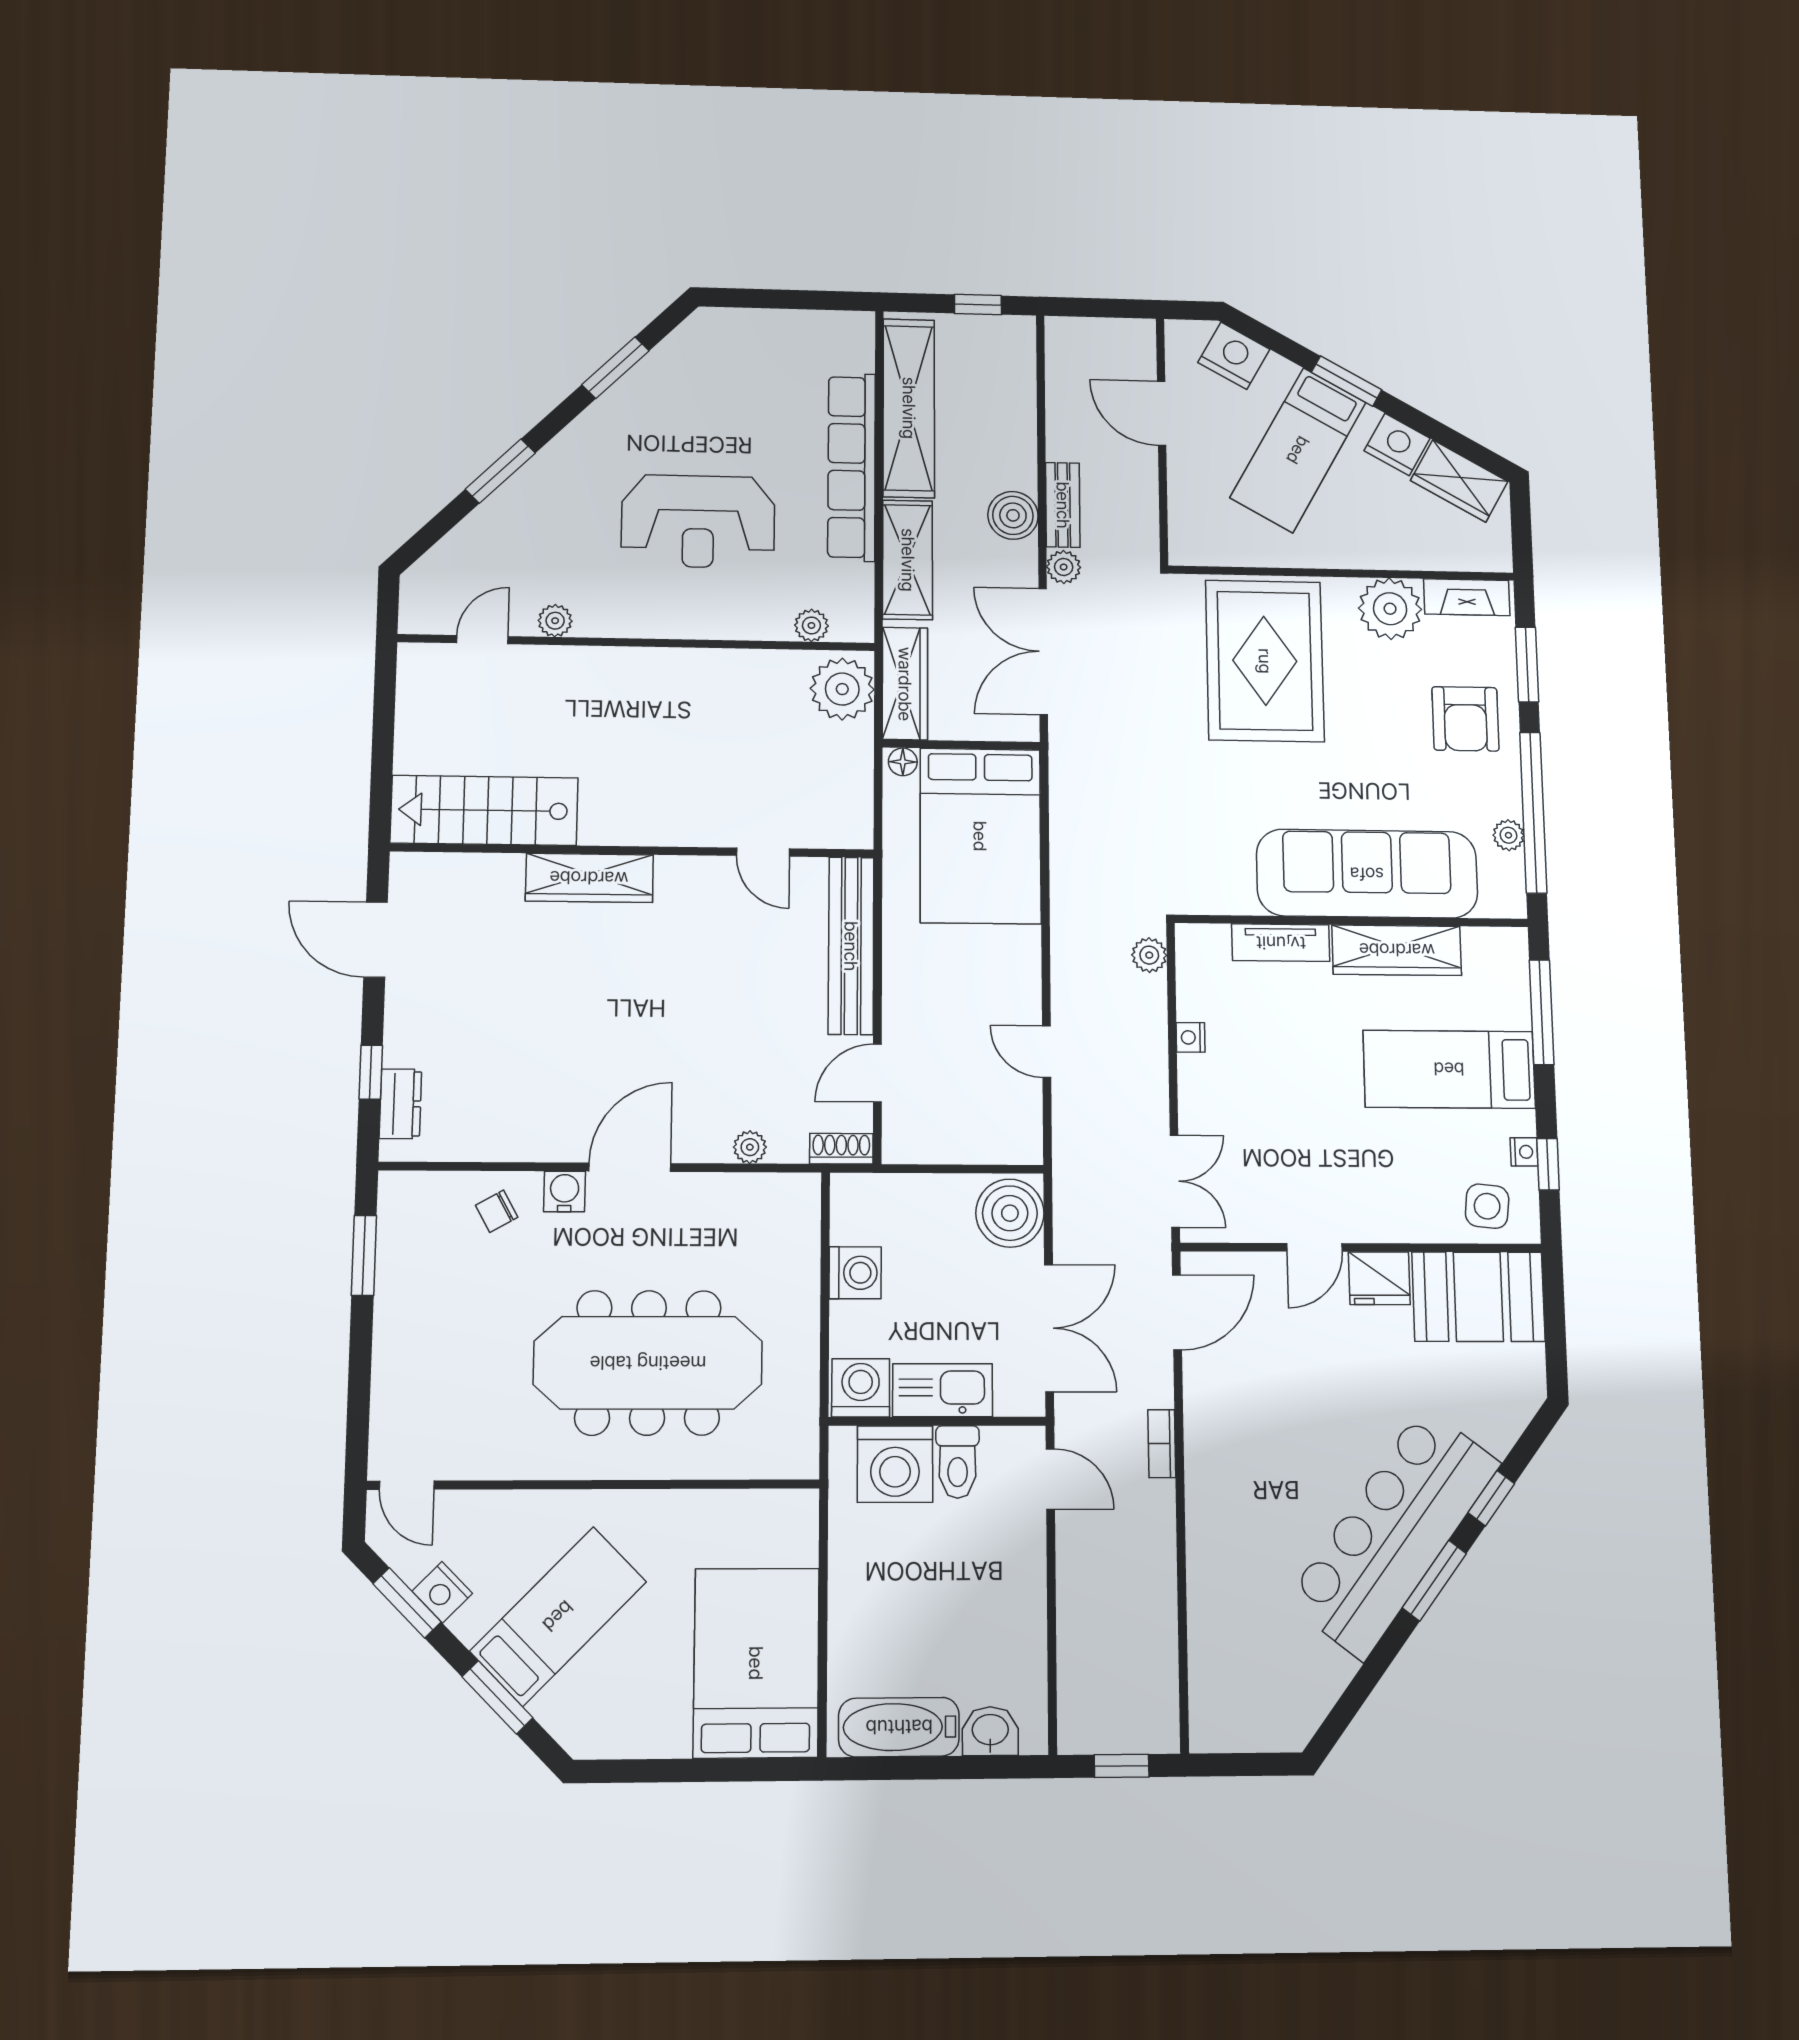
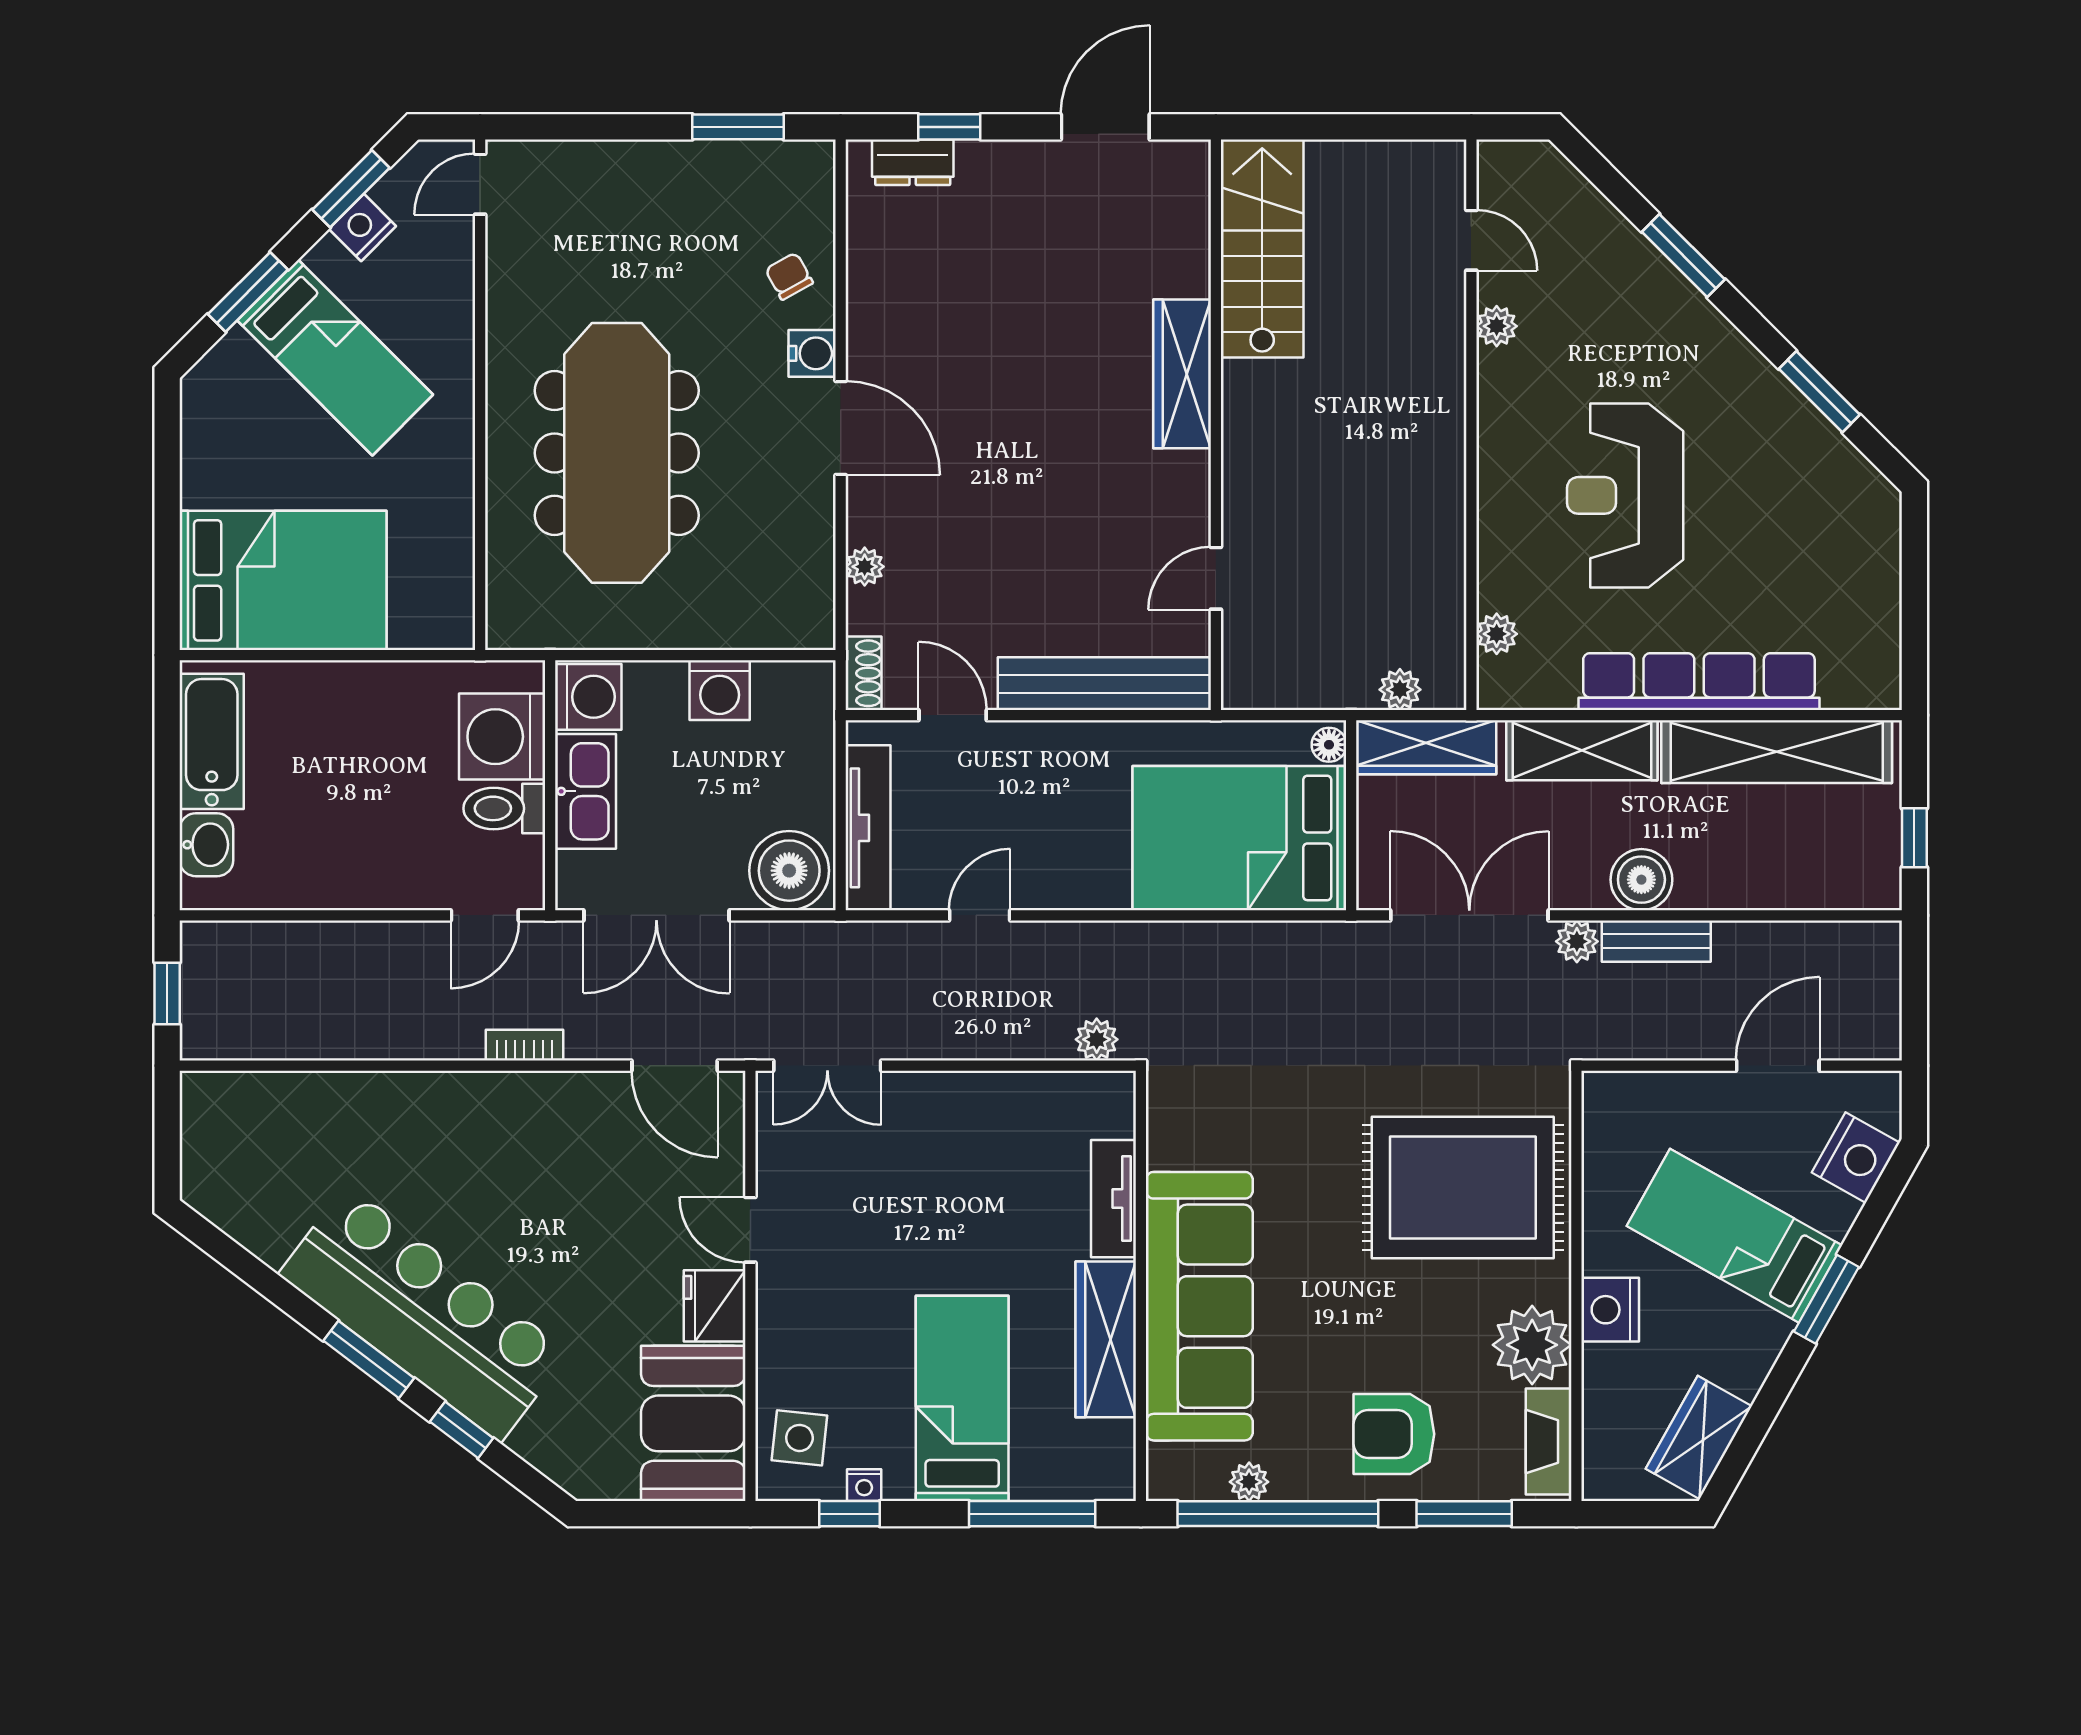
nightstand: (1397, 444) -> (1610, 1310), moved, turned 151
plant: (842, 689) -> (1400, 690), width x0.53, depth x0.53
nightstand: (1191, 1037) -> (998, 1087), removed
tv unit: (973, 1146) -> (868, 828), added

